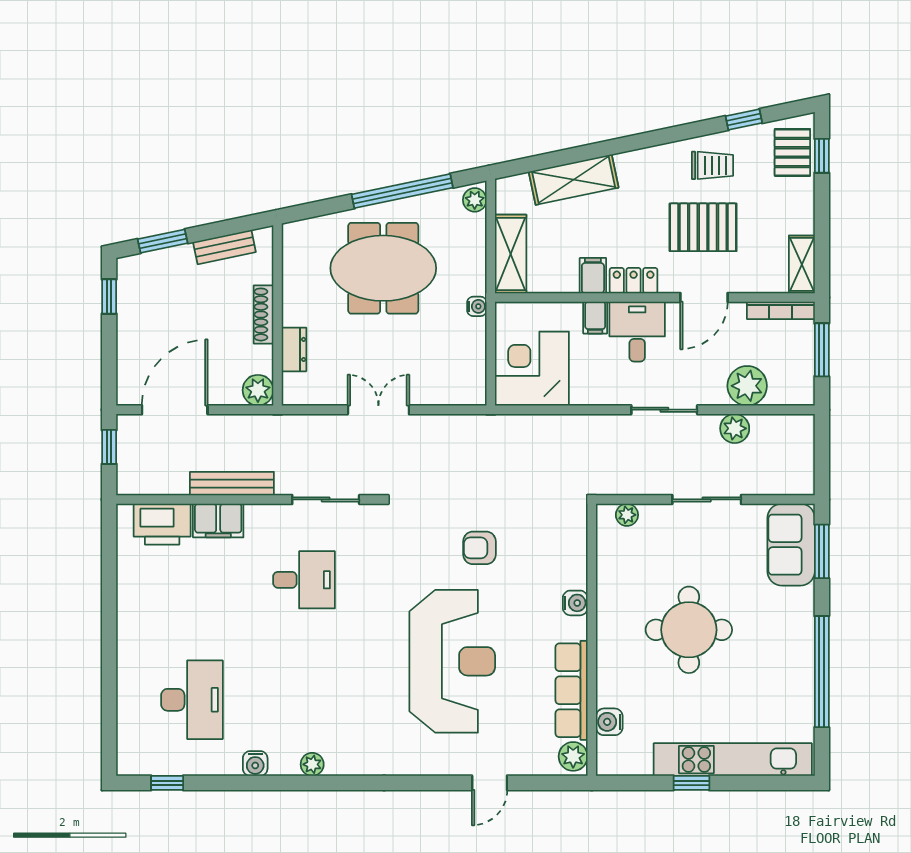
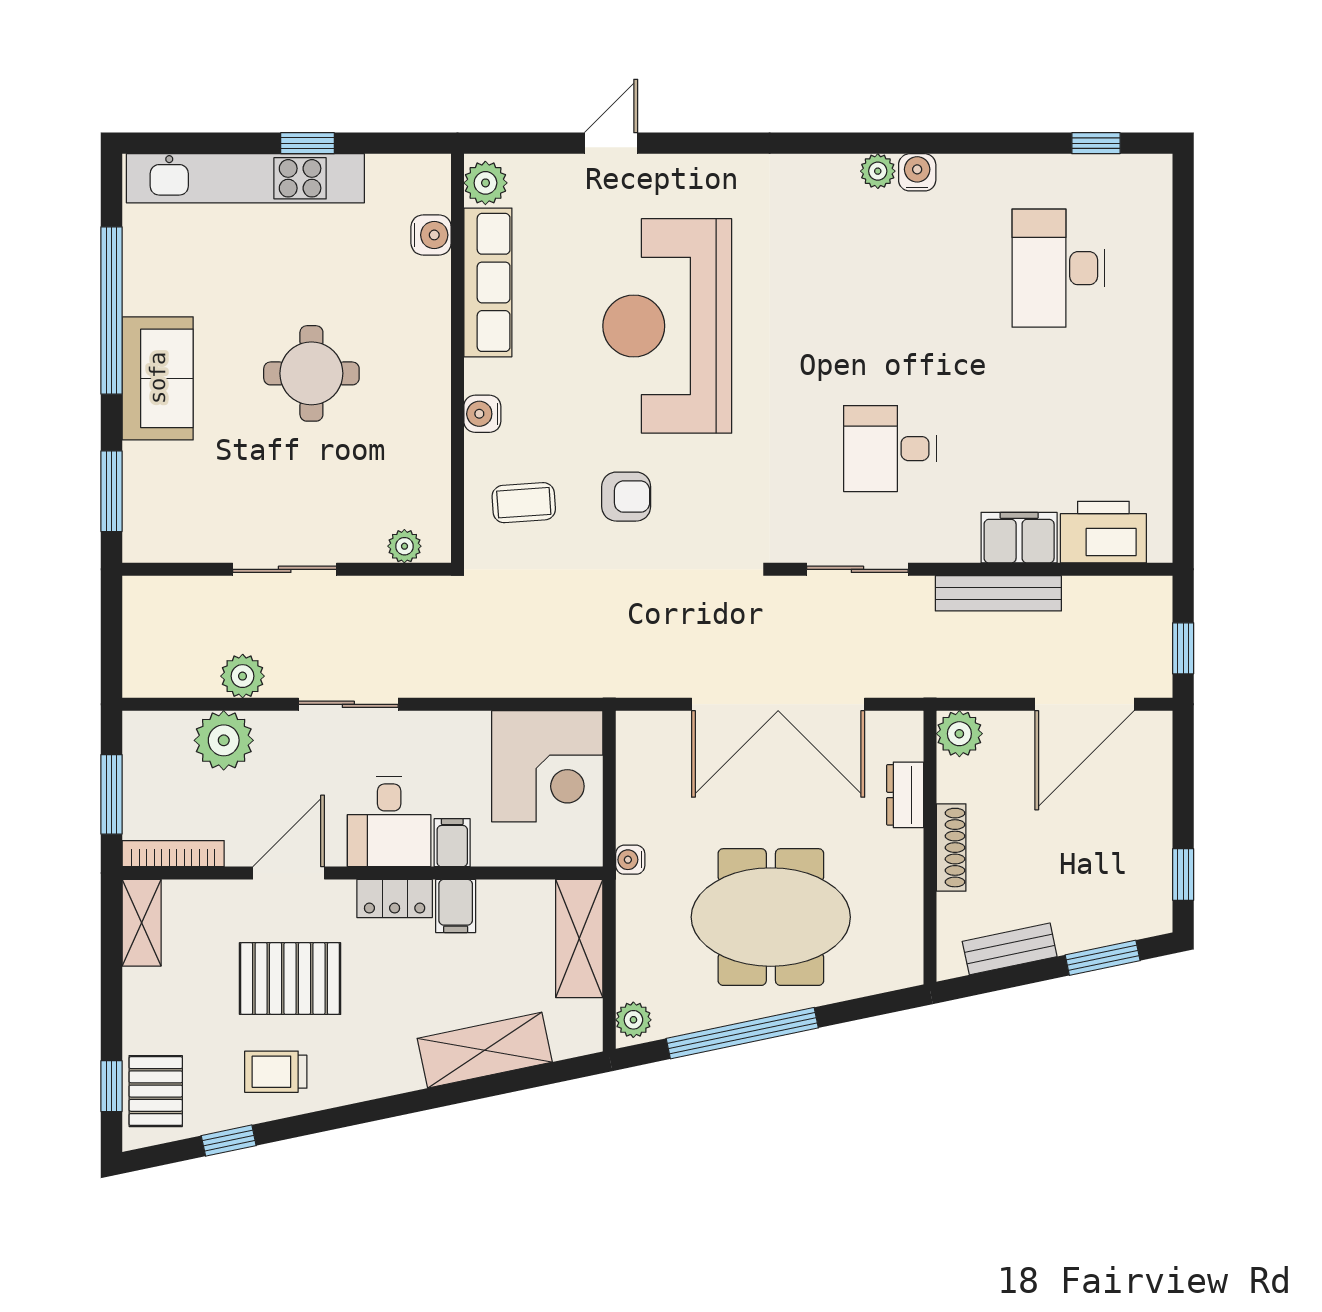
double door: (378, 410) -> (778, 704), width x1.87
coffee table: (548, 544) -> (524, 503), added
sofa: (791, 545) -> (158, 378), moved
round table: (689, 630) -> (311, 373), width x0.73, depth x0.73
water cooler: (255, 763) -> (917, 172), moved

